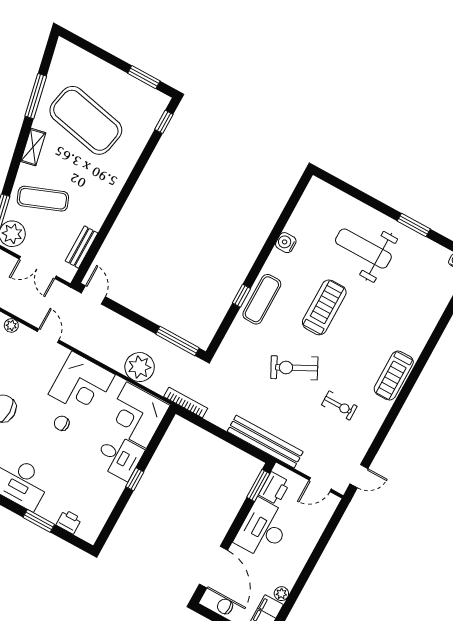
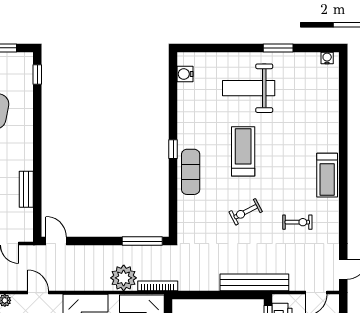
water cooler: (286, 243) -> (185, 74), moved
bench: (81, 247) -> (26, 189), moved
window: (241, 296) -> (173, 149), moved
exercise bike: (294, 368) -> (246, 212), width x0.73, depth x0.72
bookcase: (186, 402) -> (158, 286), moved

